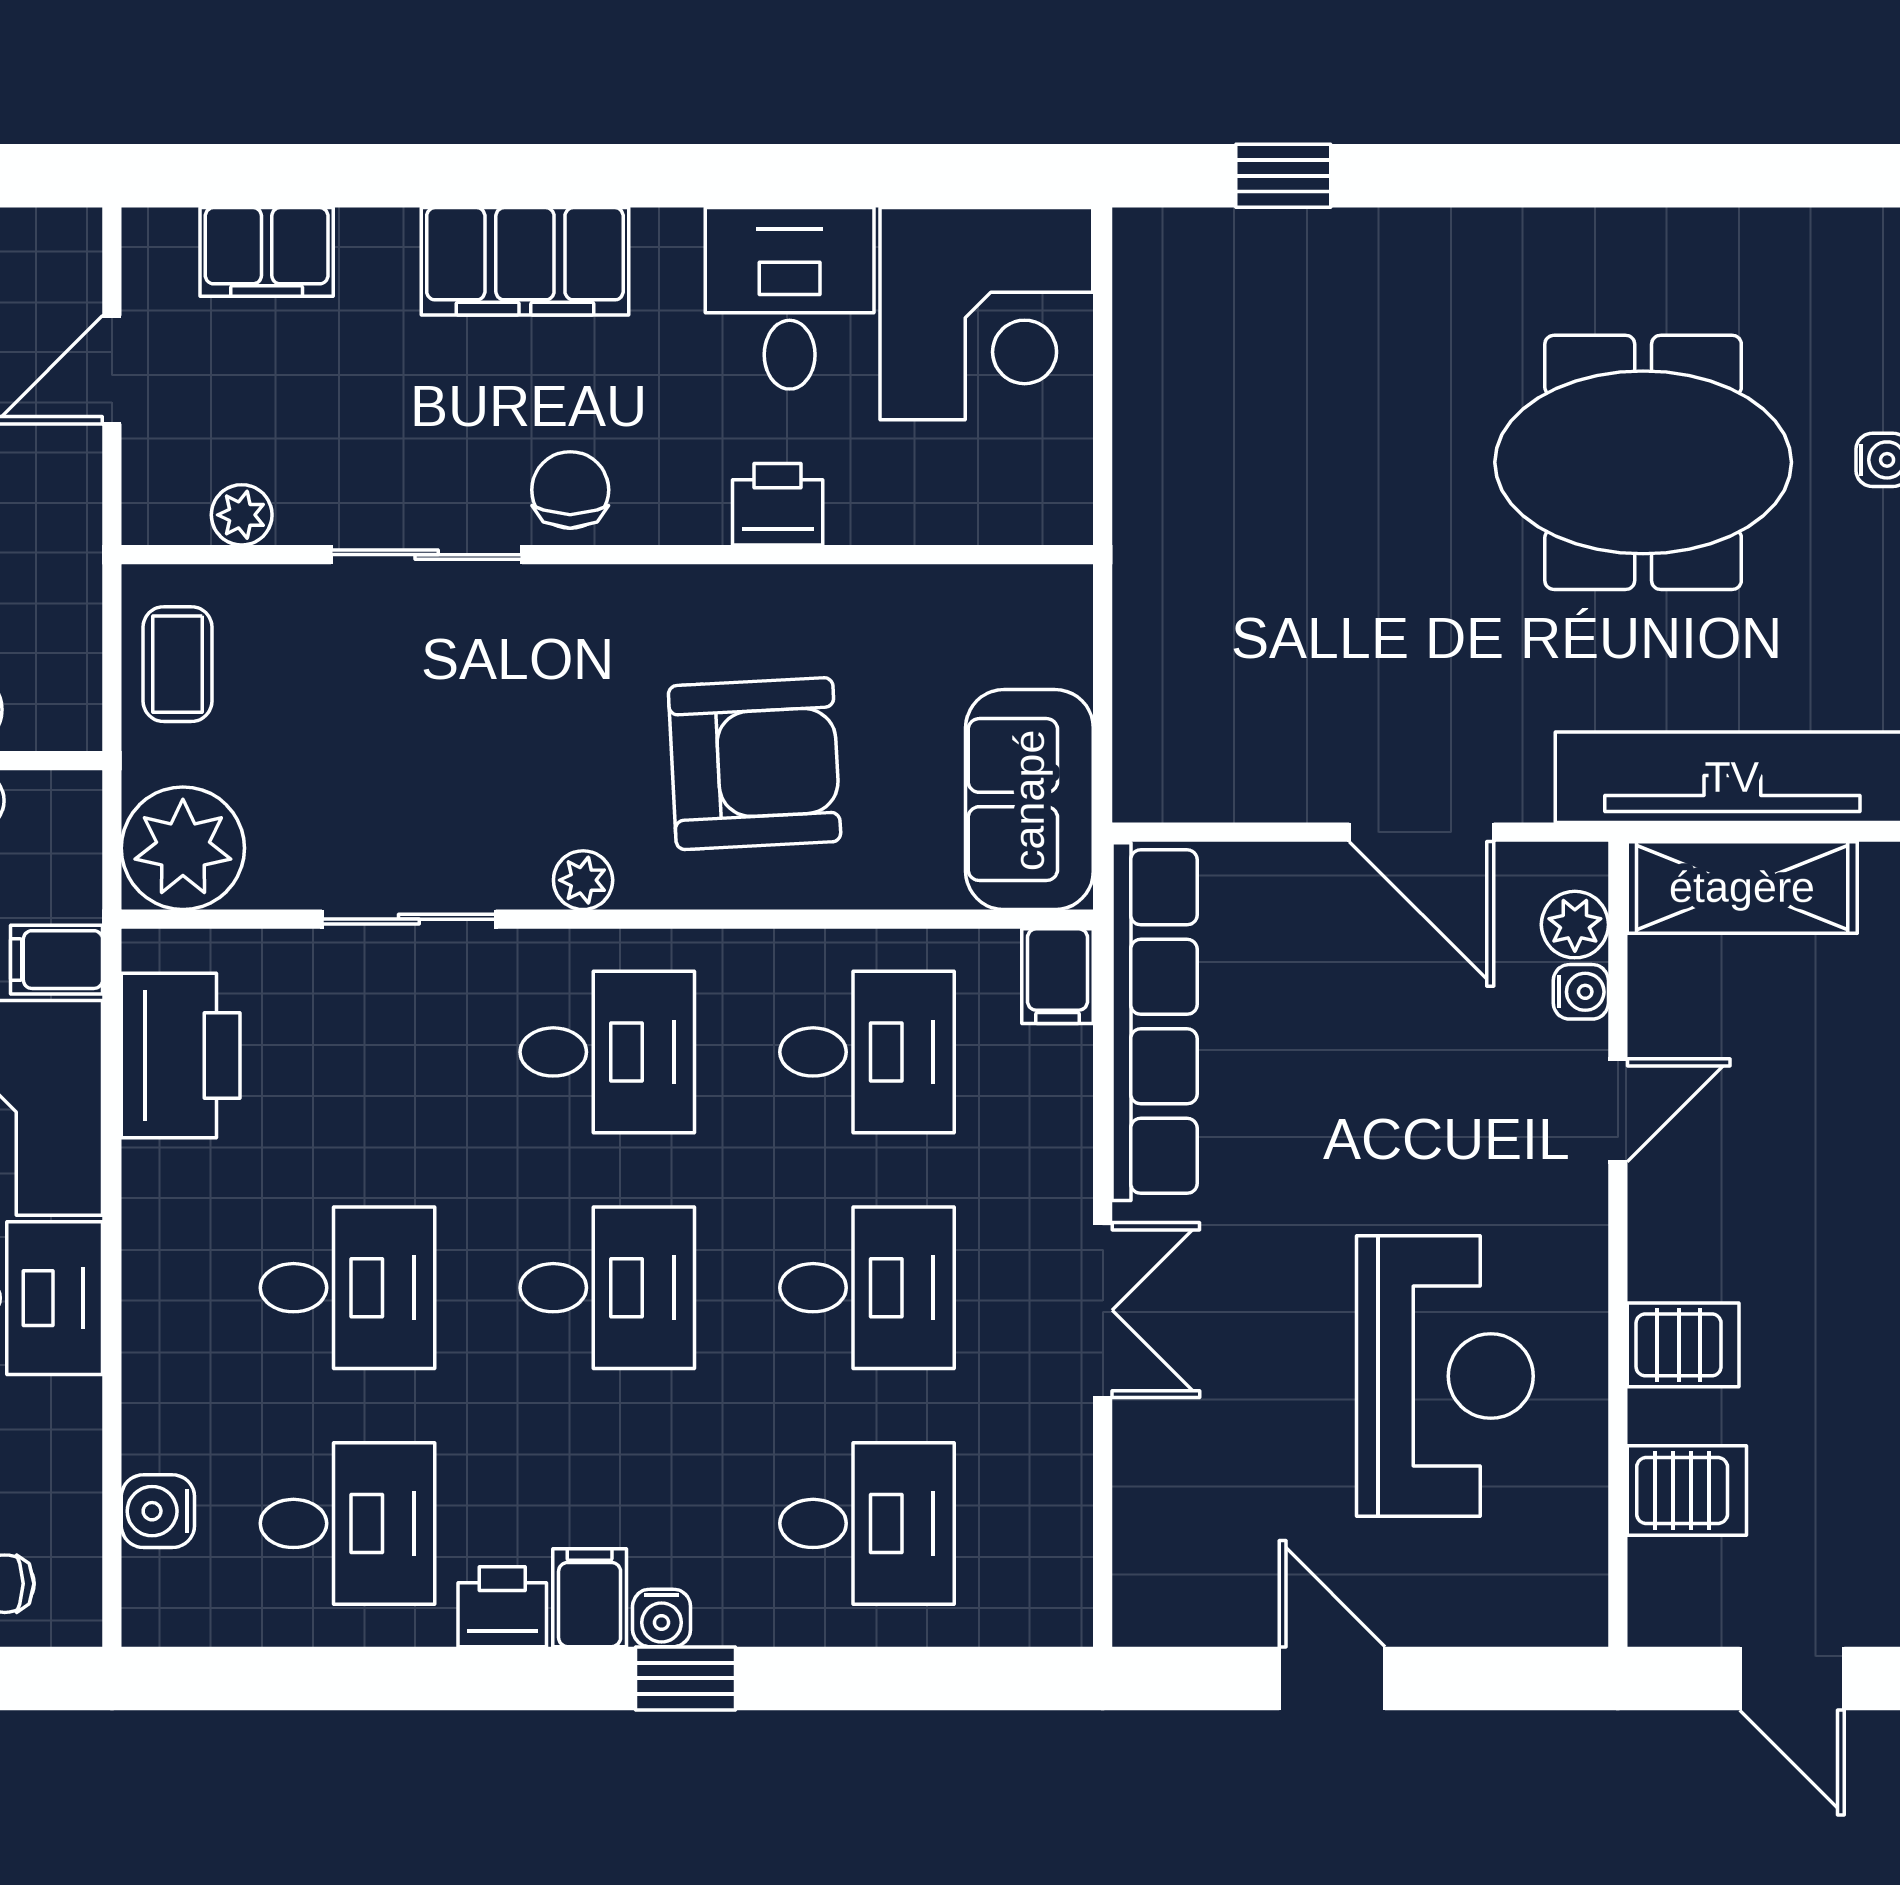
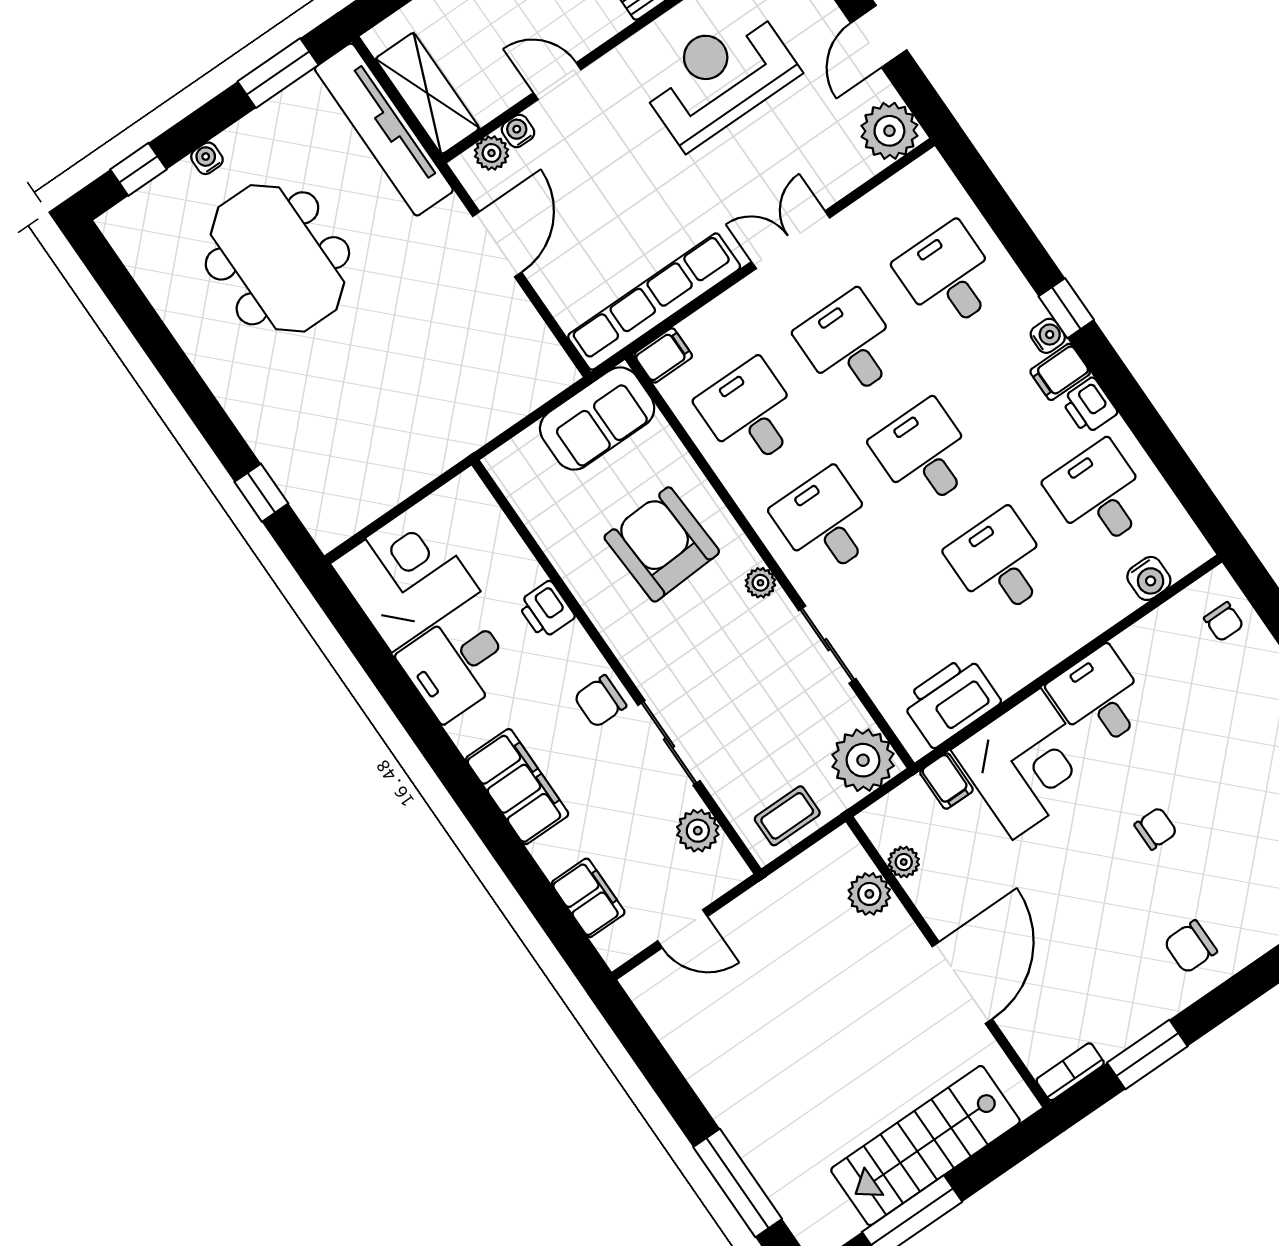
plant: (242, 515) -> (698, 831), width x1.38, depth x1.38
plant: (1168, 1591) -> (889, 131), added

